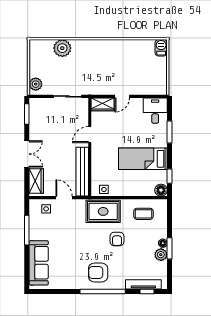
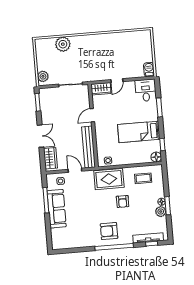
barbecue: (161, 48) -> (149, 70), moved
sofa: (39, 263) -> (57, 209), moved

